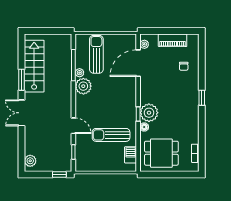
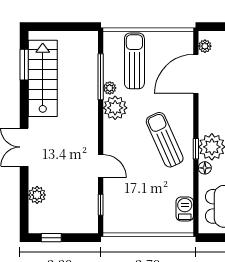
window: (21, 80) -> (24, 65), moved
sun lounger: (111, 135) -> (165, 140), moved, turned 66
plant: (30, 161) -> (37, 195), moved
window: (59, 174) -> (51, 238), moved

